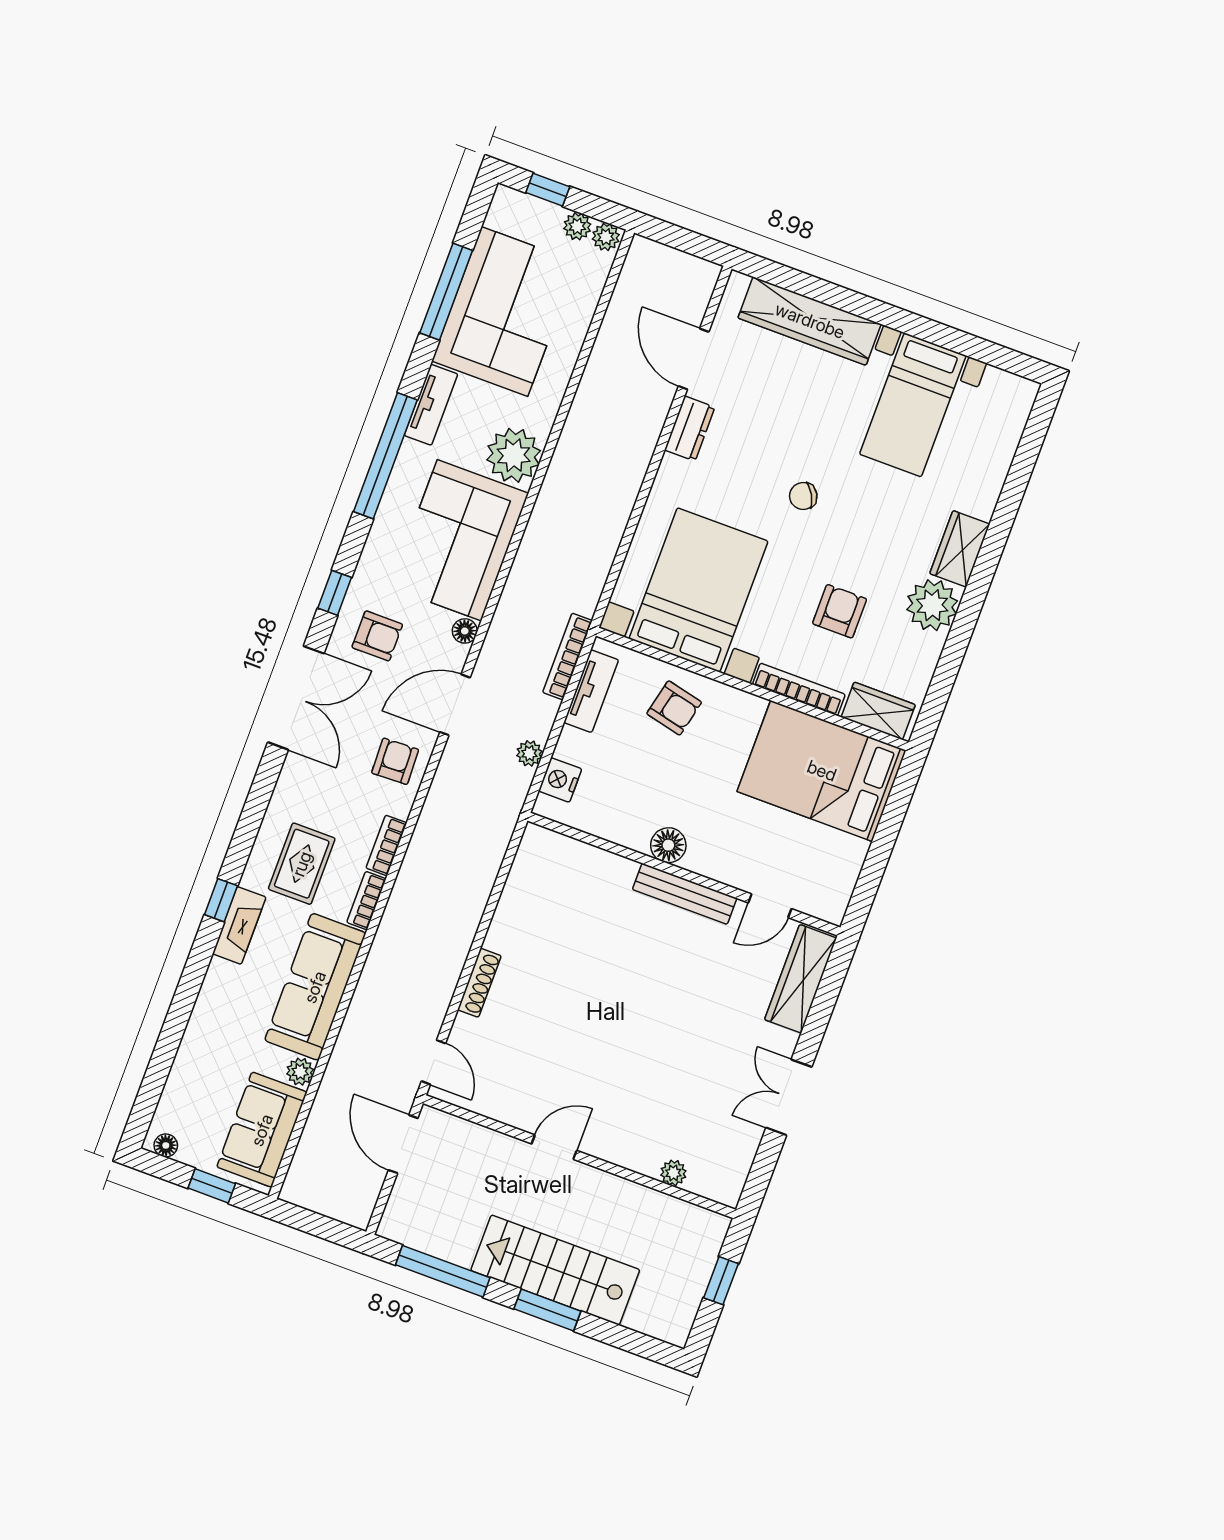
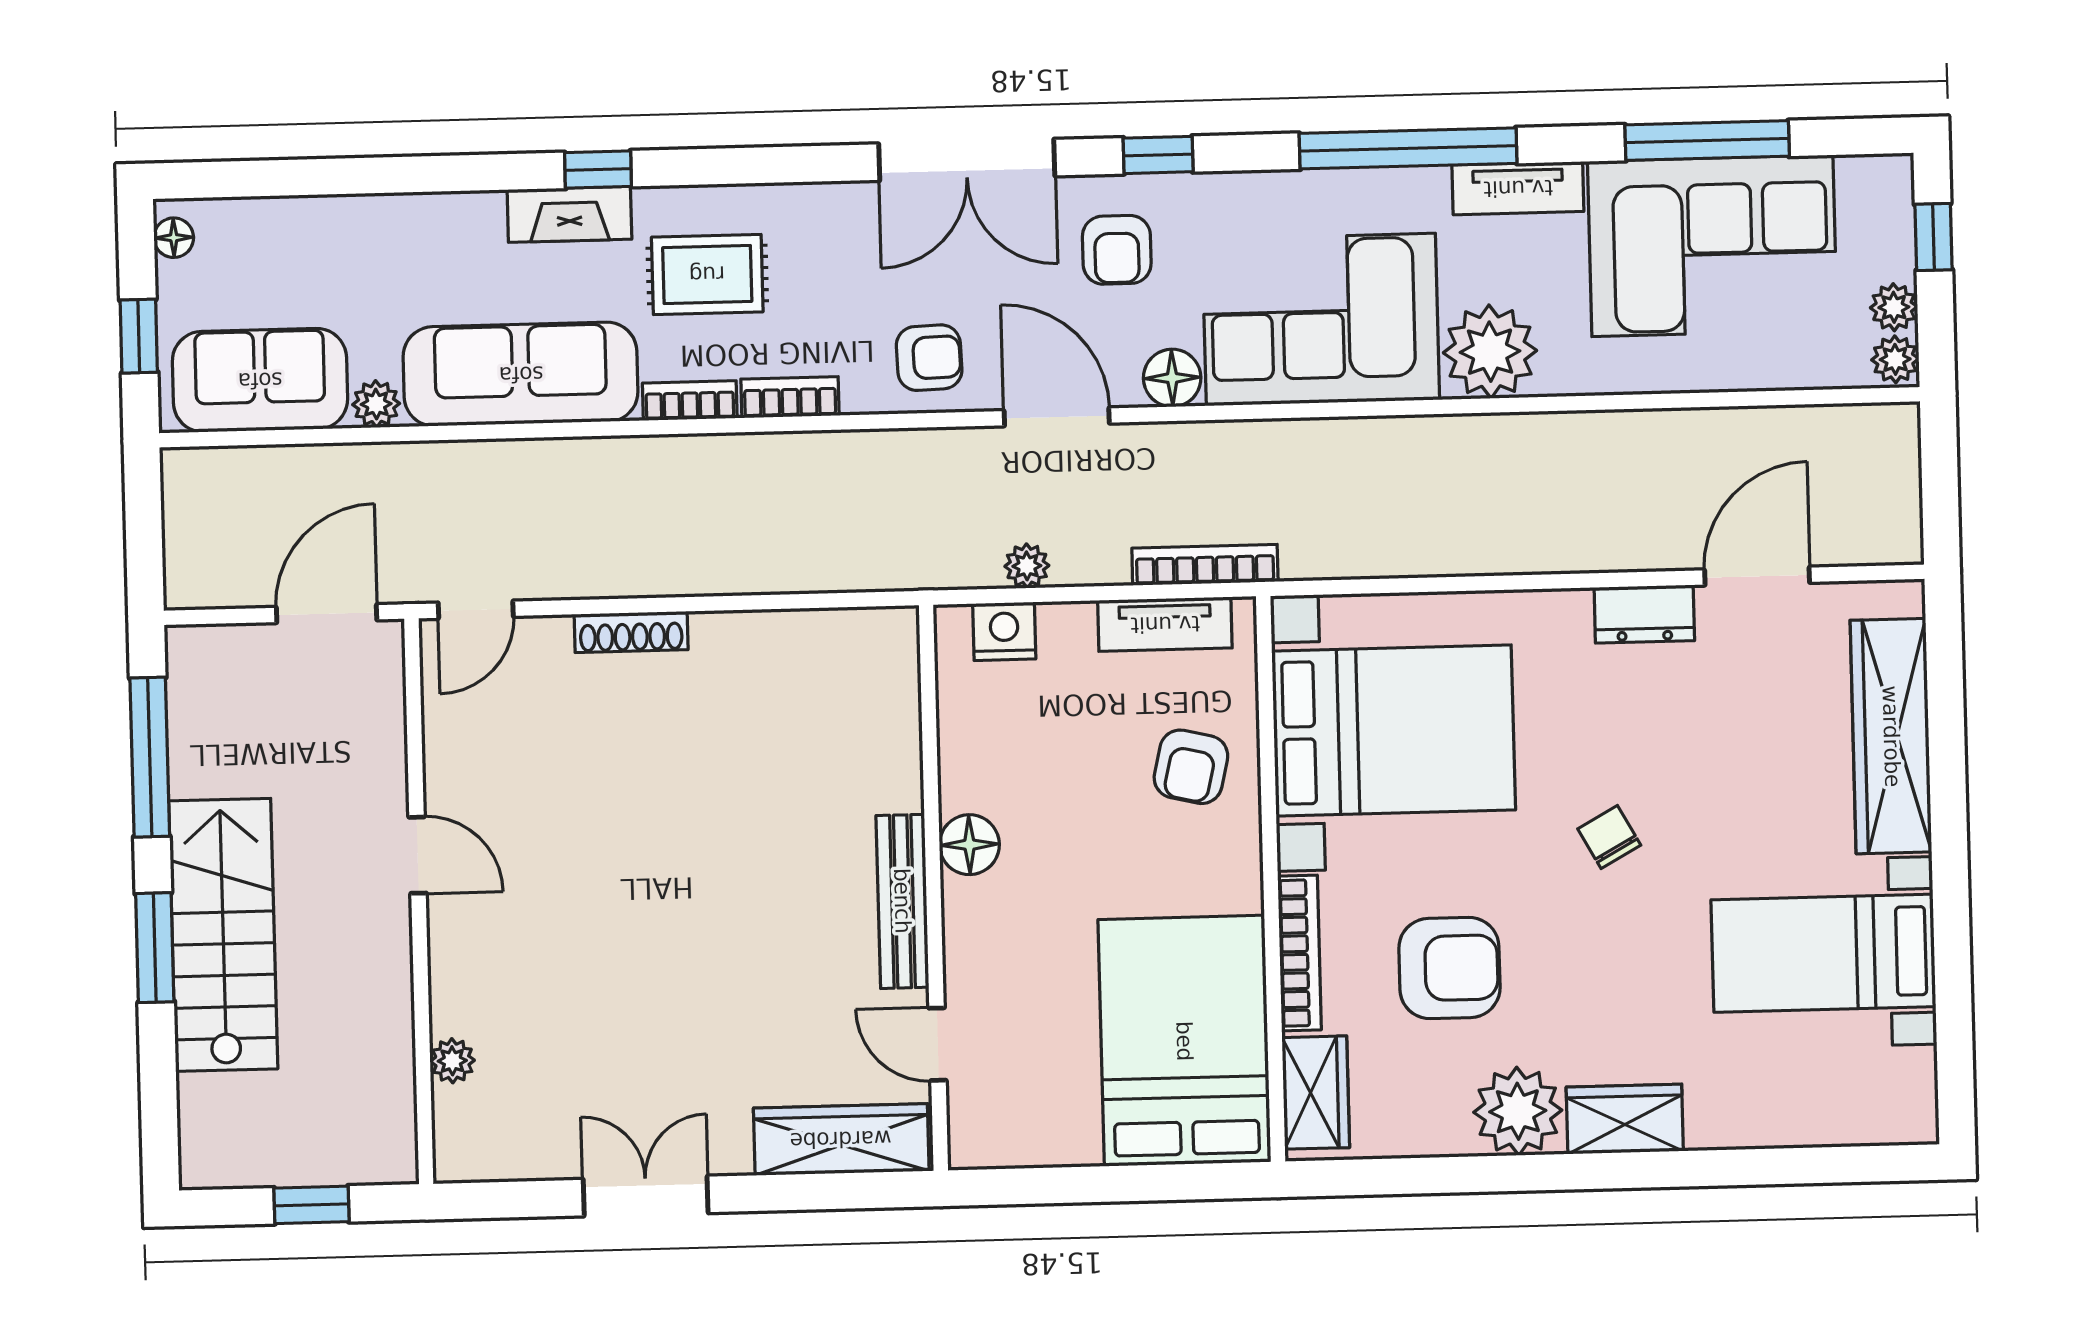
armchair: (840, 611) -> (1449, 968), width x1.38, depth x1.38
floor lamp: (465, 631) -> (1172, 378), width x1.37, depth x1.37

